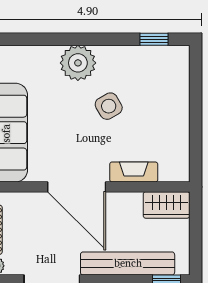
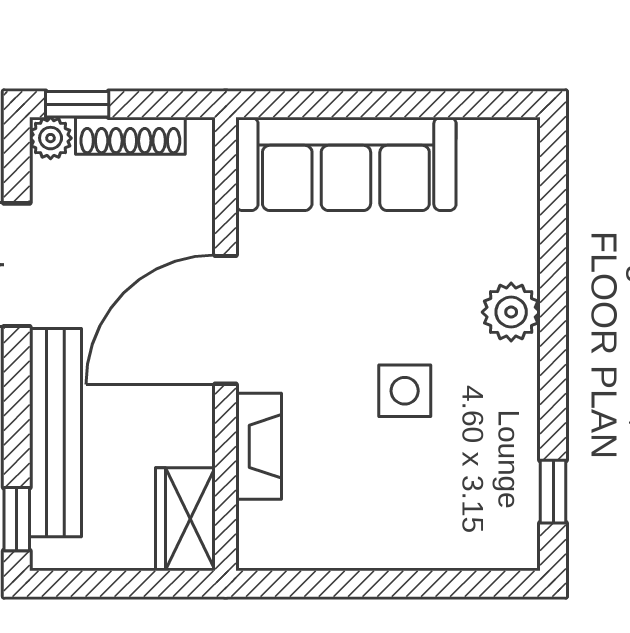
plant: (78, 63) -> (511, 312), width x0.73, depth x0.73
side table: (109, 106) -> (405, 391), turned 30

